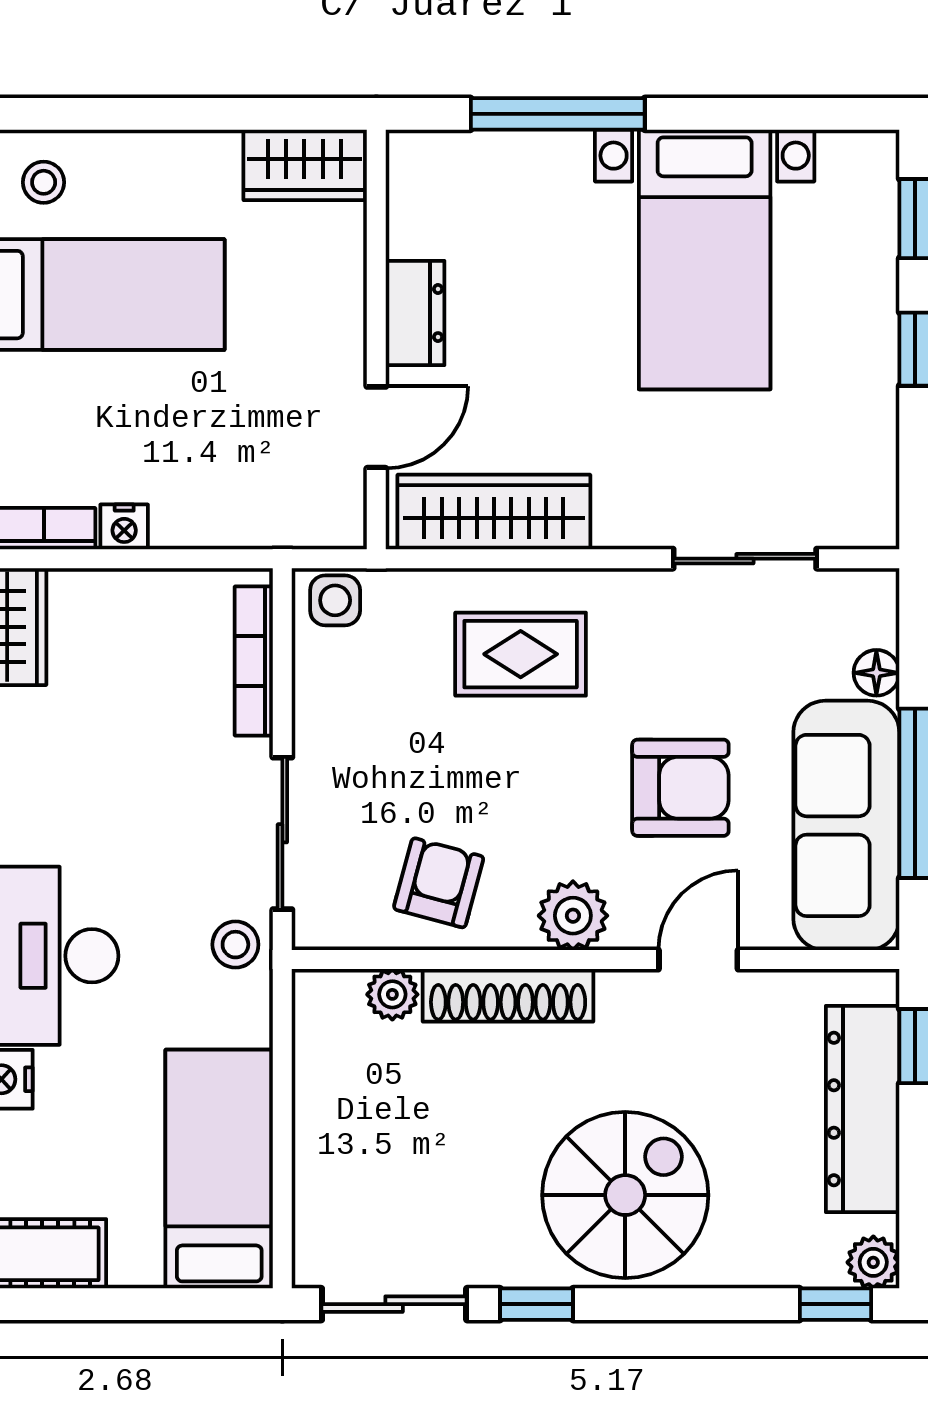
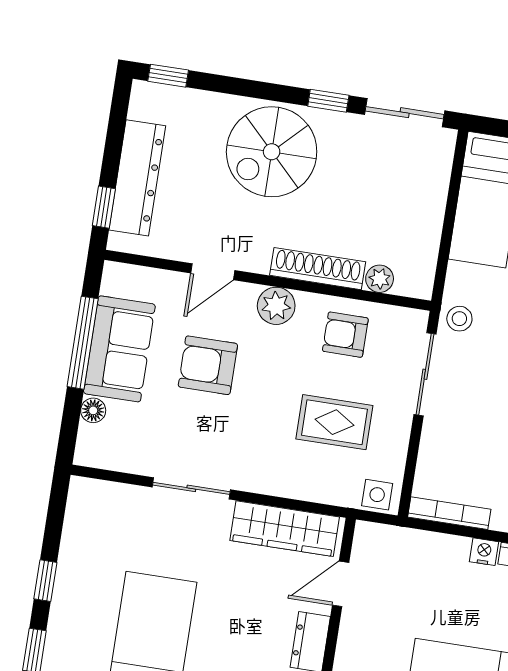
sliding door: (745, 559) -> (191, 488), moved
rug: (521, 654) -> (334, 422), moved
bookcase: (254, 661) -> (449, 513), moved, turned -90
sofa: (846, 825) -> (119, 349), width x0.73
armchair: (439, 883) -> (345, 335), turned 75
plant: (873, 1262) -> (144, 95), removed

